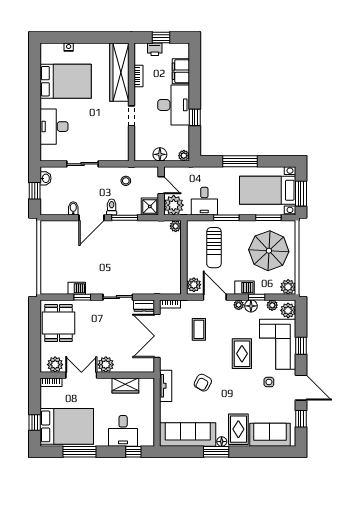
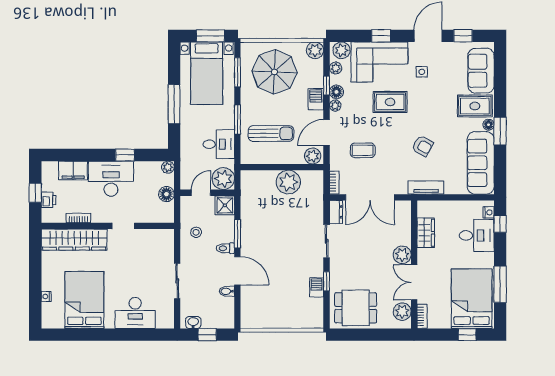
plant: (176, 226) -> (288, 182), moved, width x1.88, depth x1.88
nightstand: (144, 442) -> (489, 212), added

